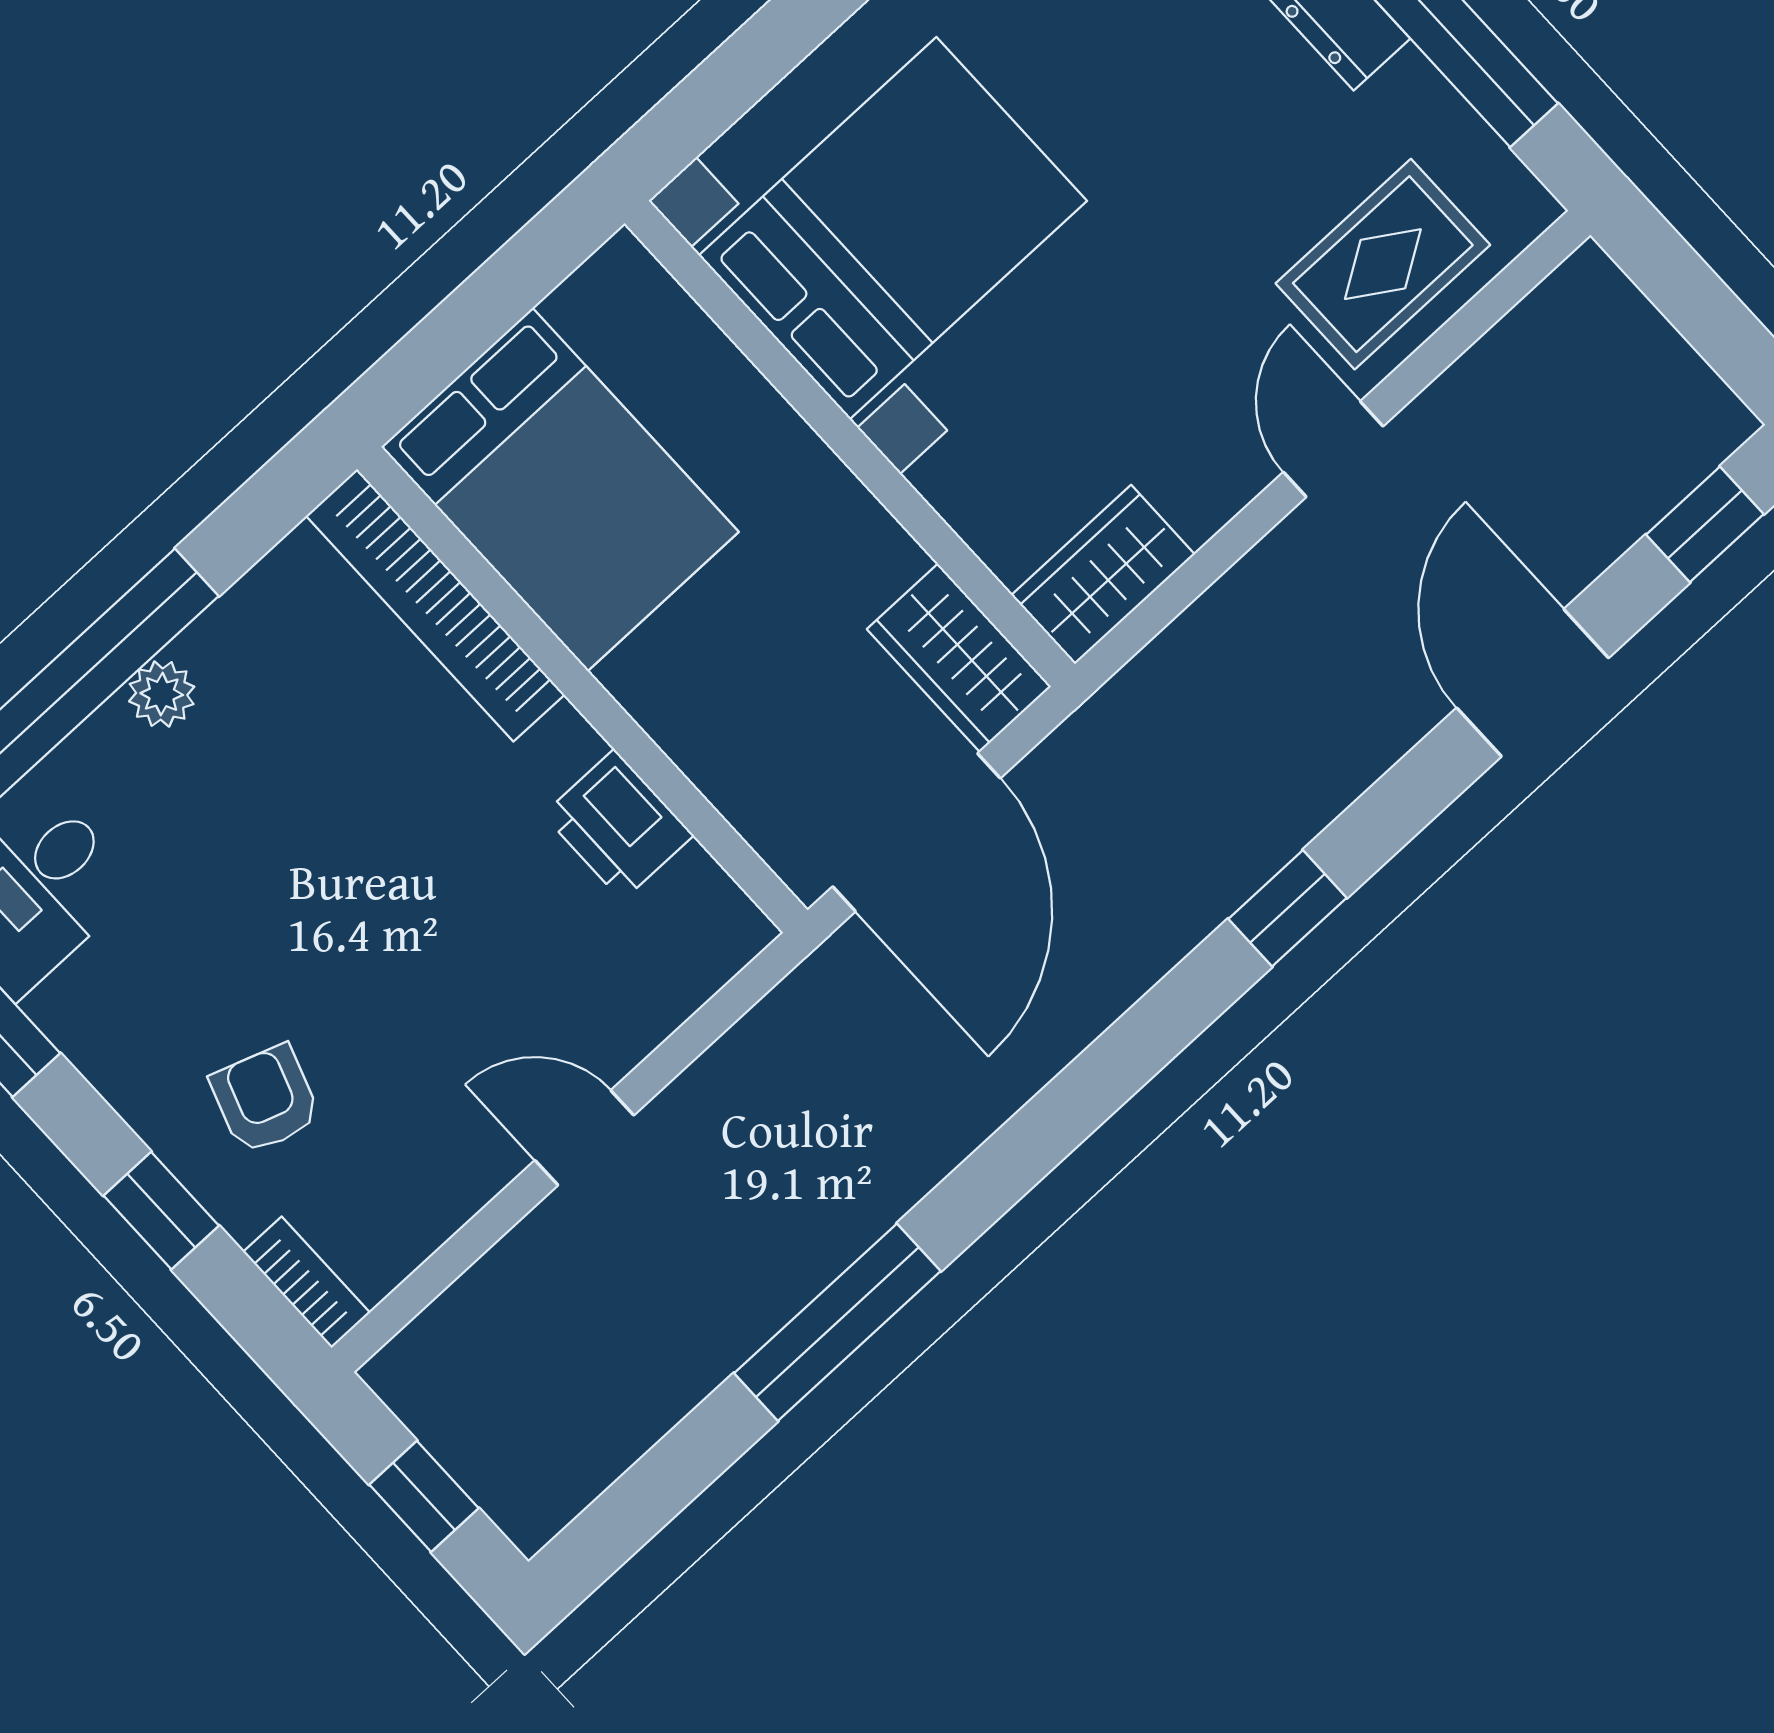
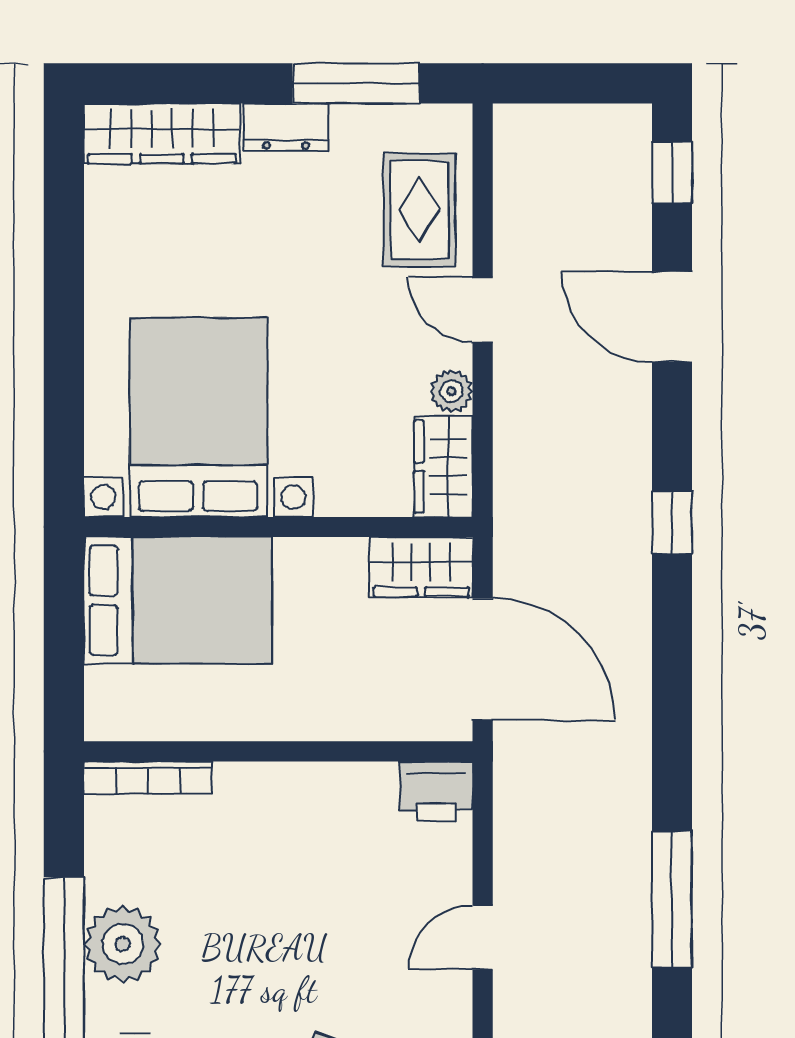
bed: (560, 489) -> (178, 600), moved
plant: (1202, 501) -> (451, 391), added
bookcase: (435, 605) -> (148, 778), width x0.68, depth x0.76
plant: (162, 694) -> (123, 944), width x1.88, depth x1.88
printer: (618, 825) -> (436, 791), moved

